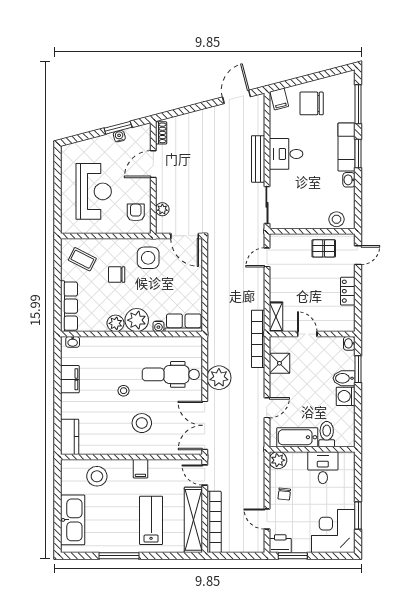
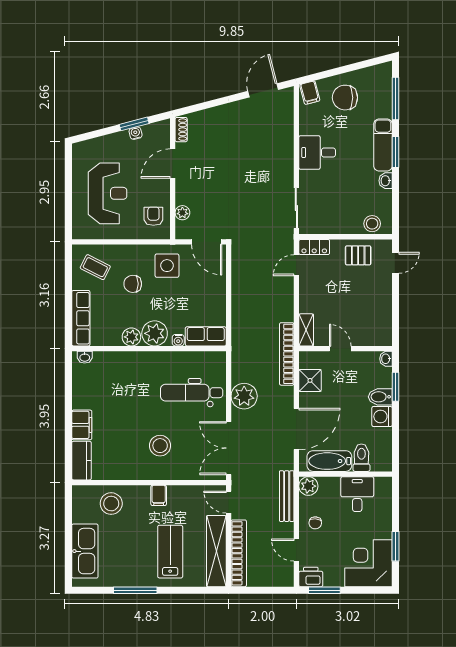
bench: (258, 159) -> (287, 496), moved
locker: (348, 291) -> (314, 247), moved, turned -90
filing cabinet: (70, 379) -> (82, 425), moved
stool: (124, 391) -> (140, 410), removed
door: (267, 408) -> (296, 429), width x1.88

